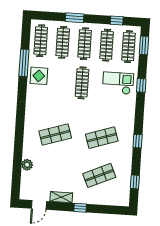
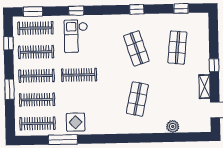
shop shelf: (55, 135) -> (137, 99), turned 30
shop shelf: (99, 175) -> (177, 48), turned 30

